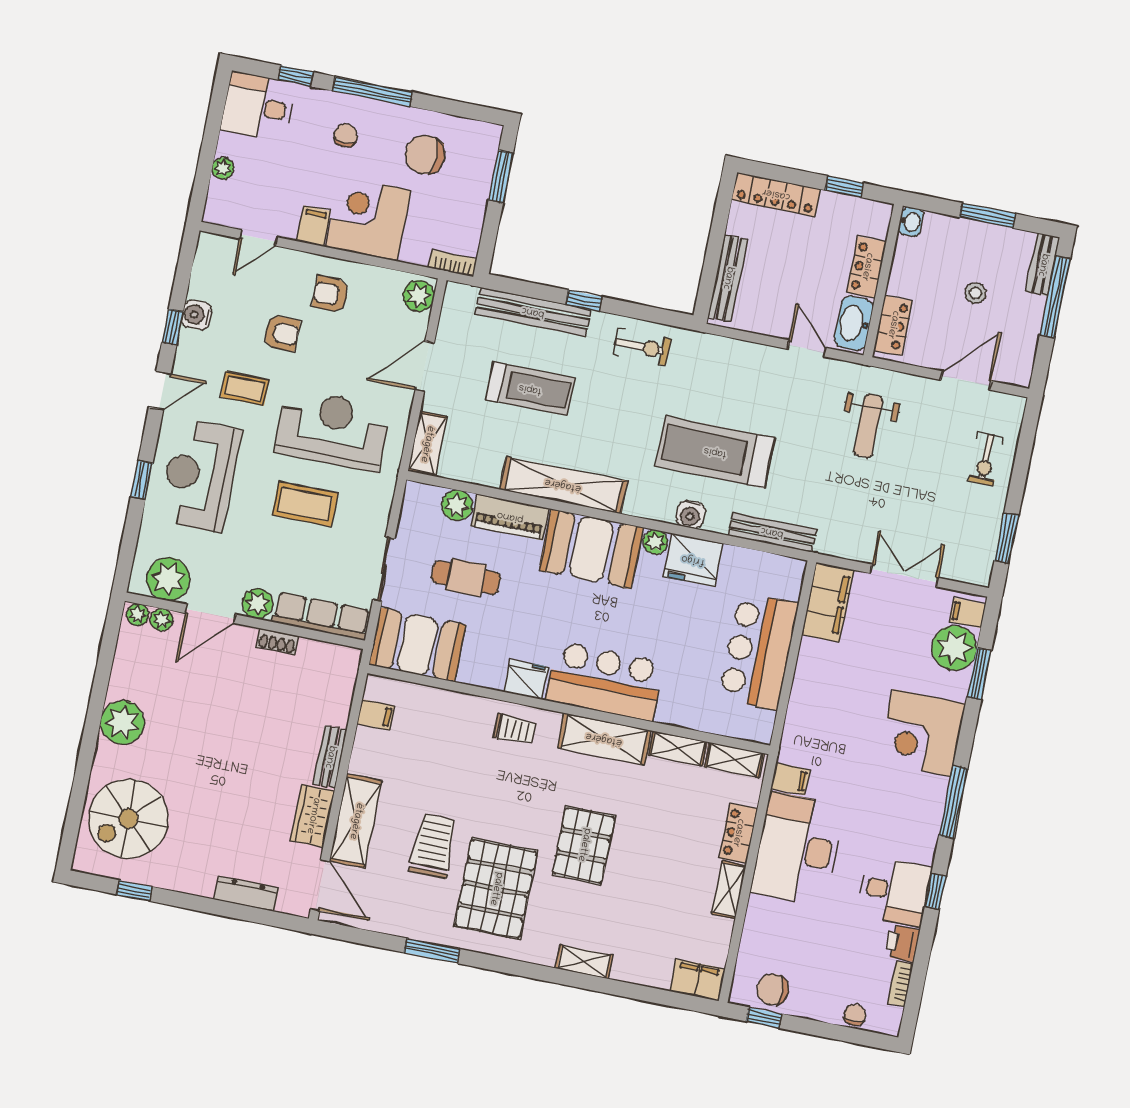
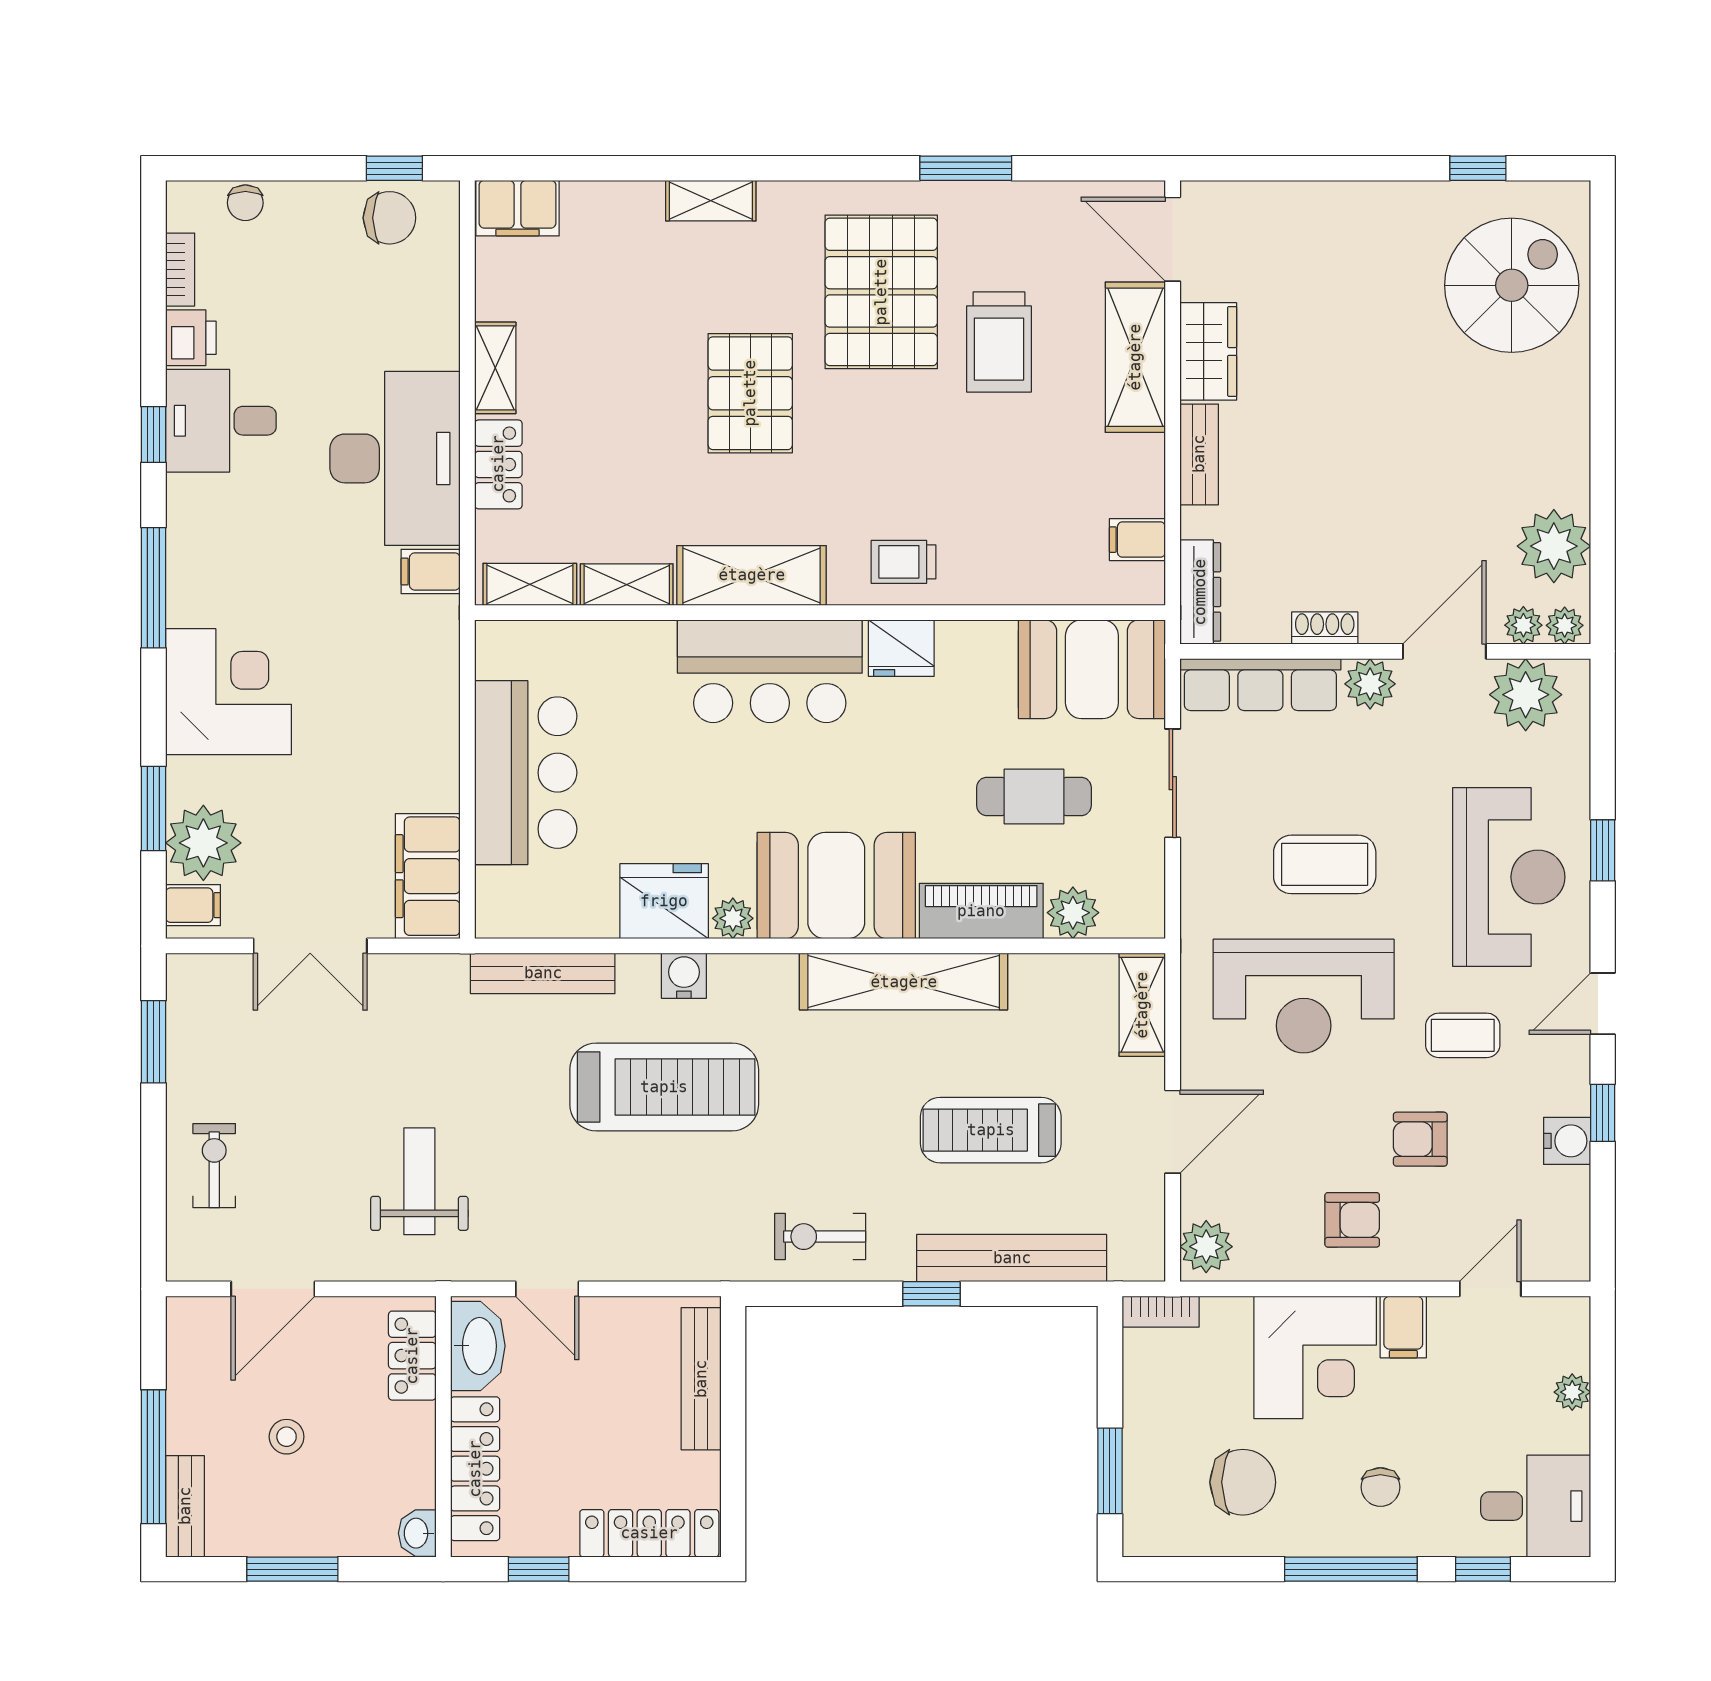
locker: (867, 267) -> (475, 1469), width x1.53
plant: (122, 722) -> (1554, 546), moved
dresser: (246, 894) -> (1200, 592), moved, turned -90

